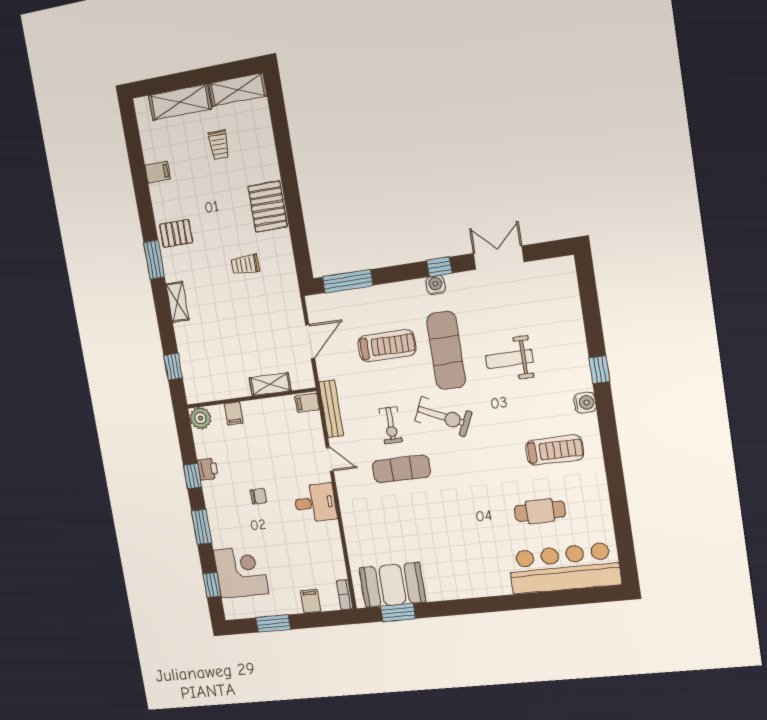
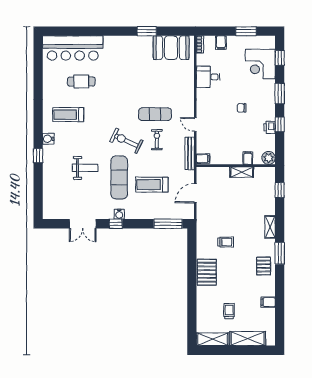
pallet: (176, 233) -> (264, 266), turned 90
shelving: (270, 384) -> (242, 172), moved
desk: (315, 503) -> (208, 77), moved
window: (398, 612) -> (147, 31), moved

